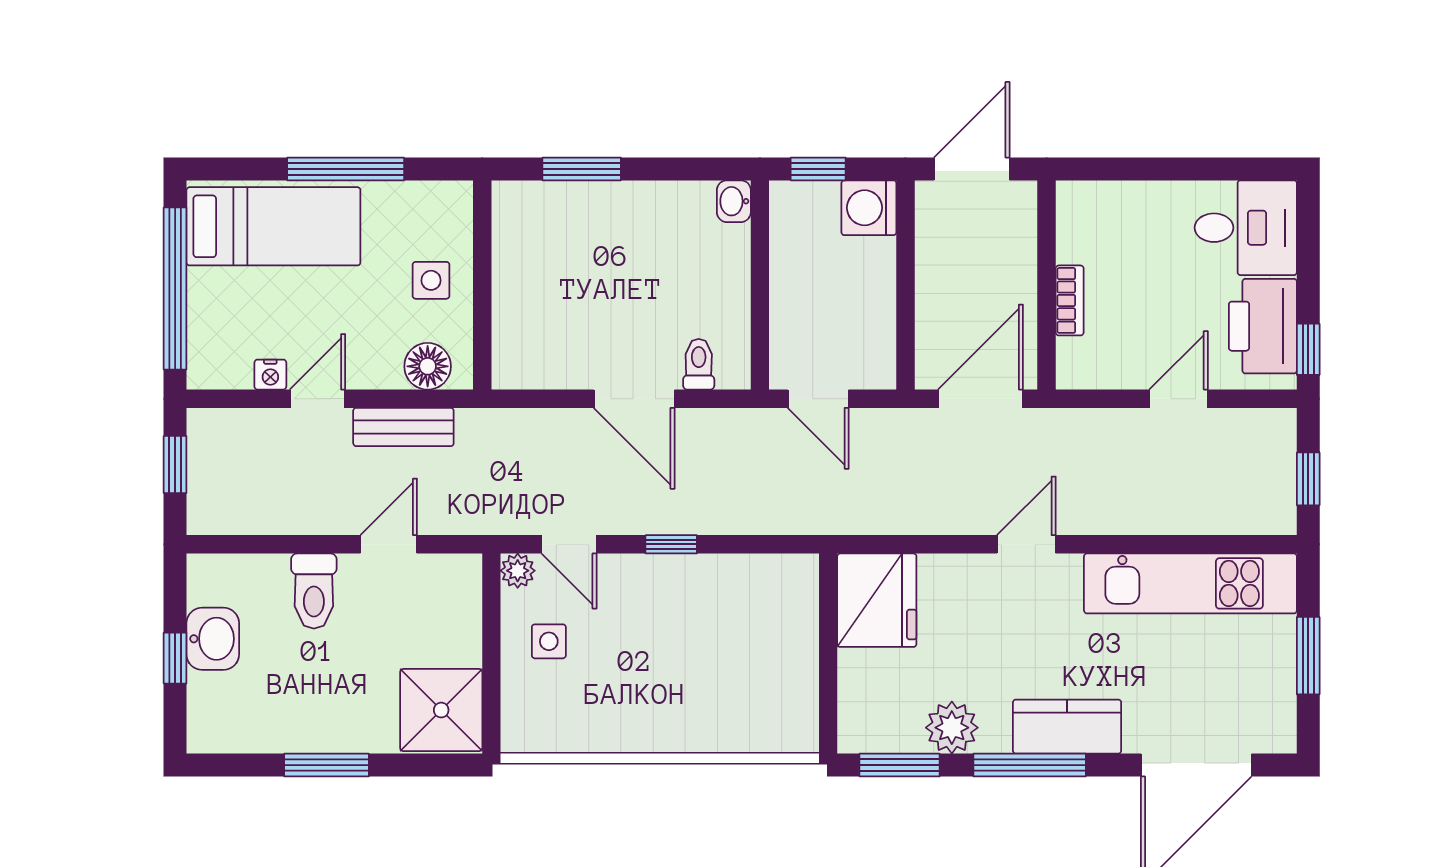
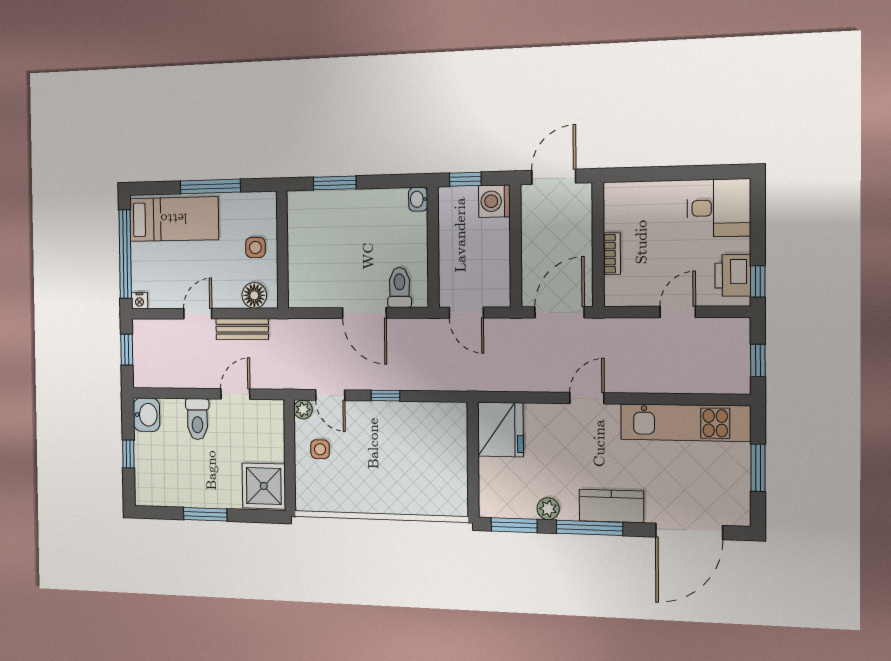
printer: (1263, 326) -> (733, 275), width x0.73, depth x0.84
toilet: (699, 364) -> (399, 288), width x1.37, depth x1.39
nightstand: (270, 375) -> (139, 301), moved
washbasin: (213, 639) -> (146, 415), moved
plant: (952, 728) -> (548, 509), width x0.73, depth x0.73

